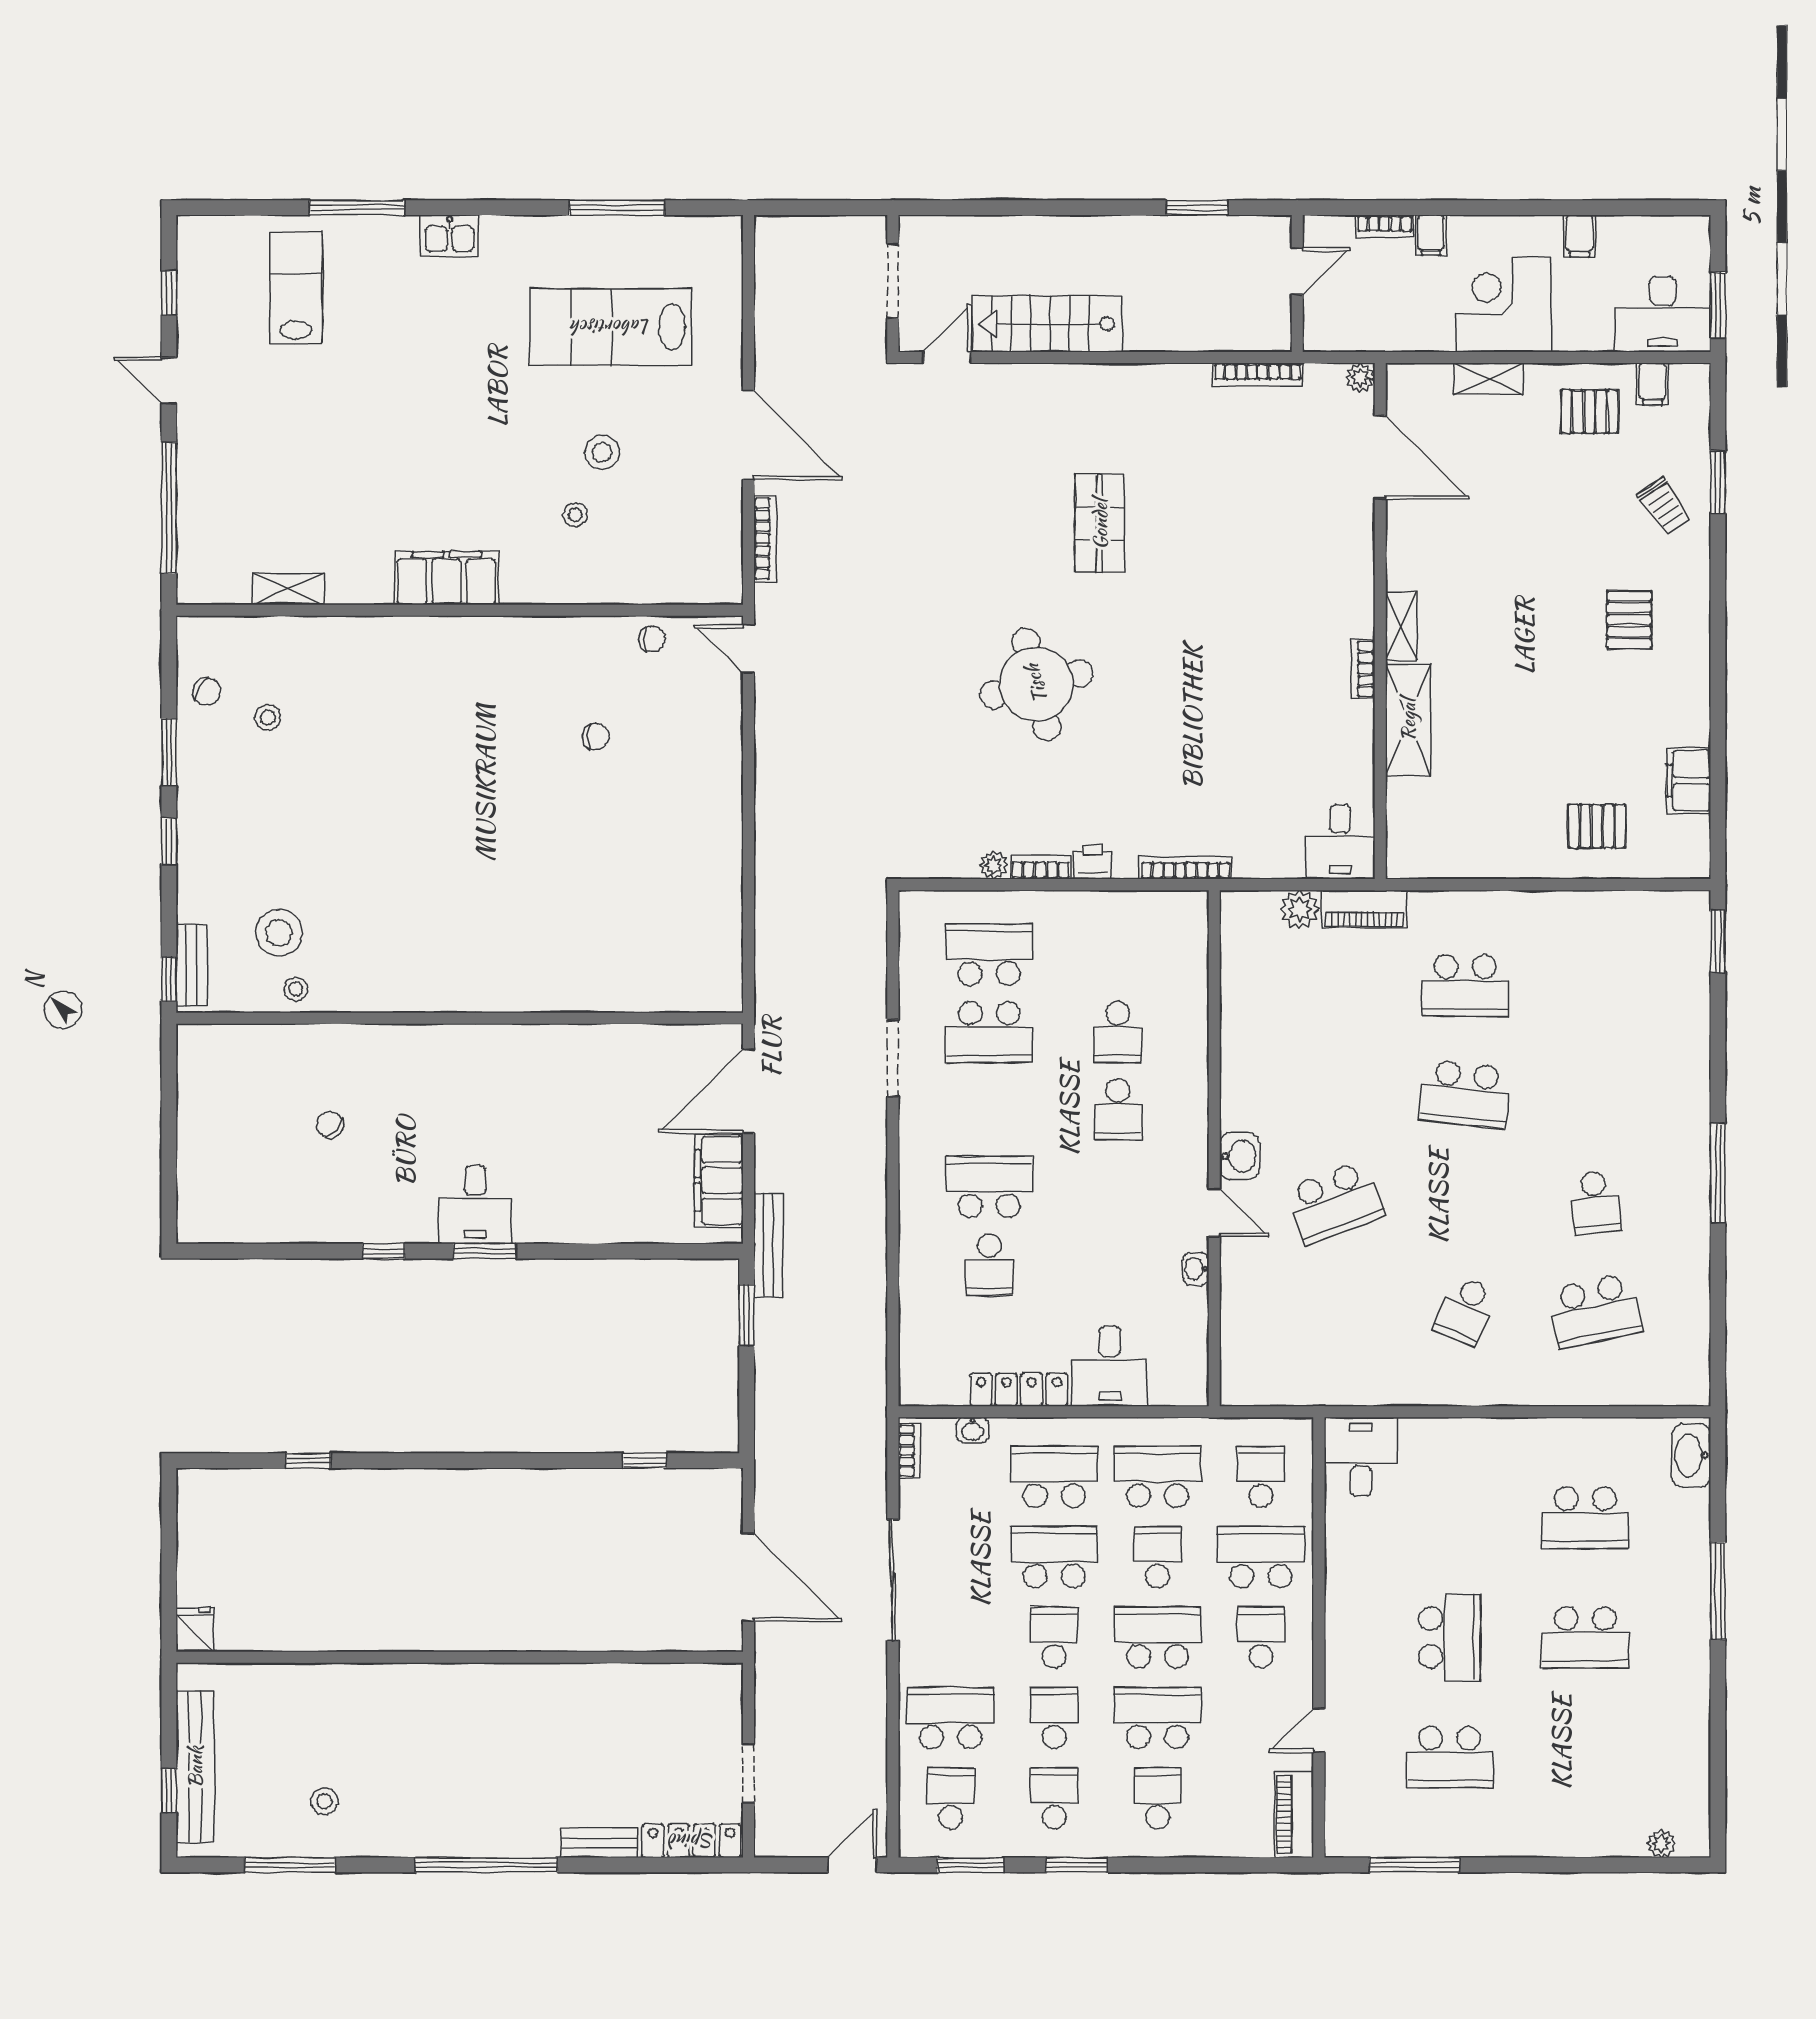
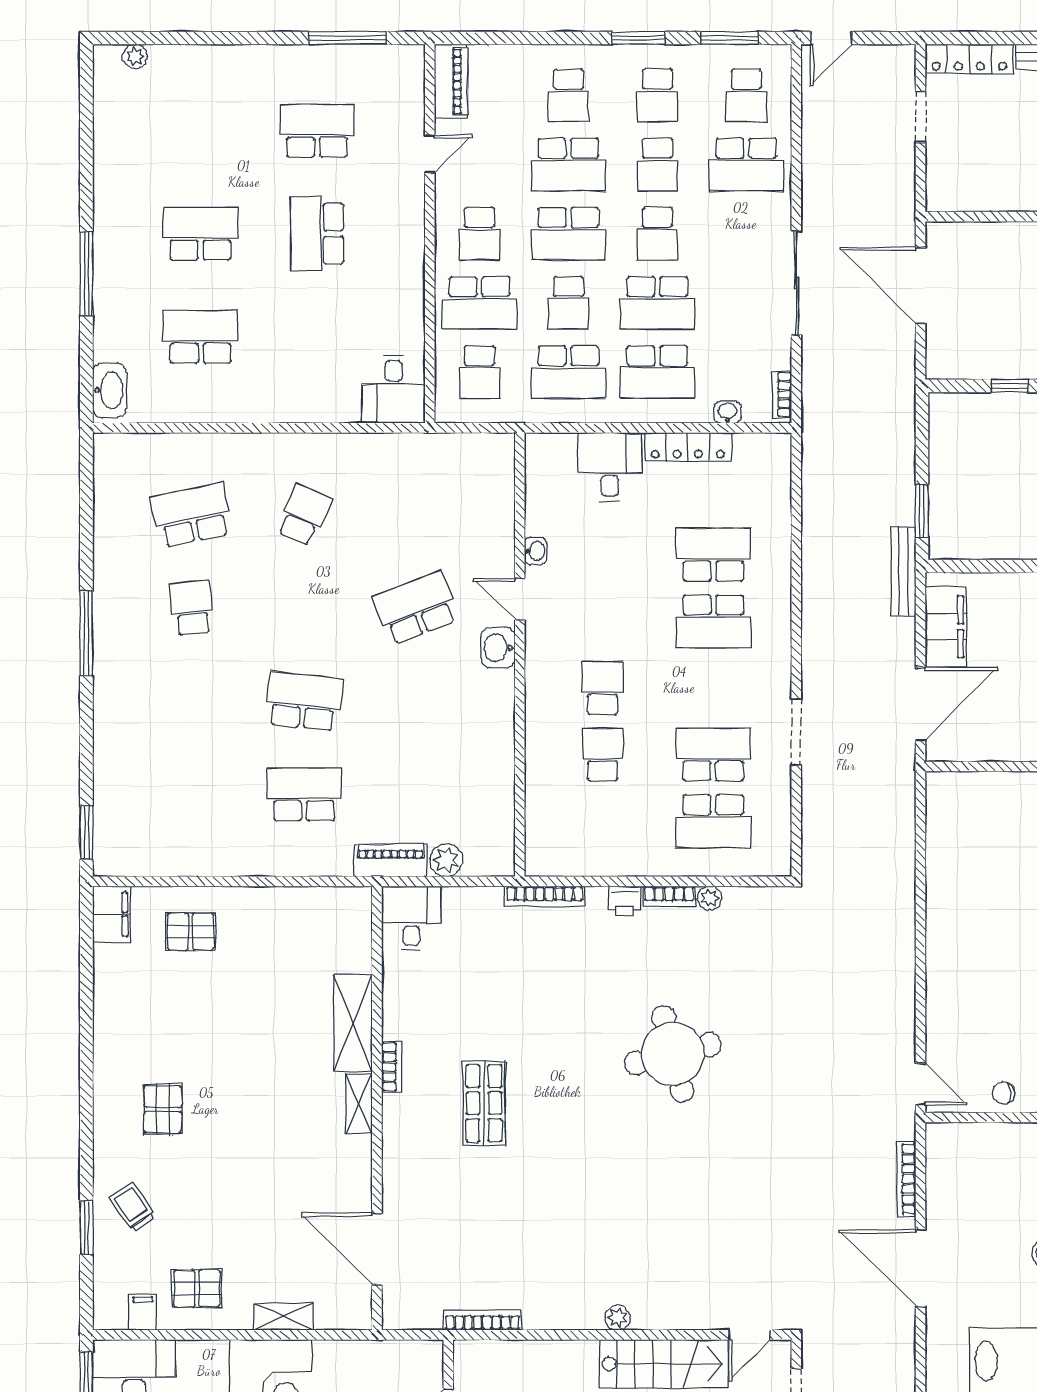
plant: (1360, 378) -> (618, 1318), moved
shop shelf: (1100, 524) -> (484, 1103), moved
filing cabinet: (1689, 781) -> (112, 914), moved
school desk: (989, 1264) -> (713, 555), width x1.85

